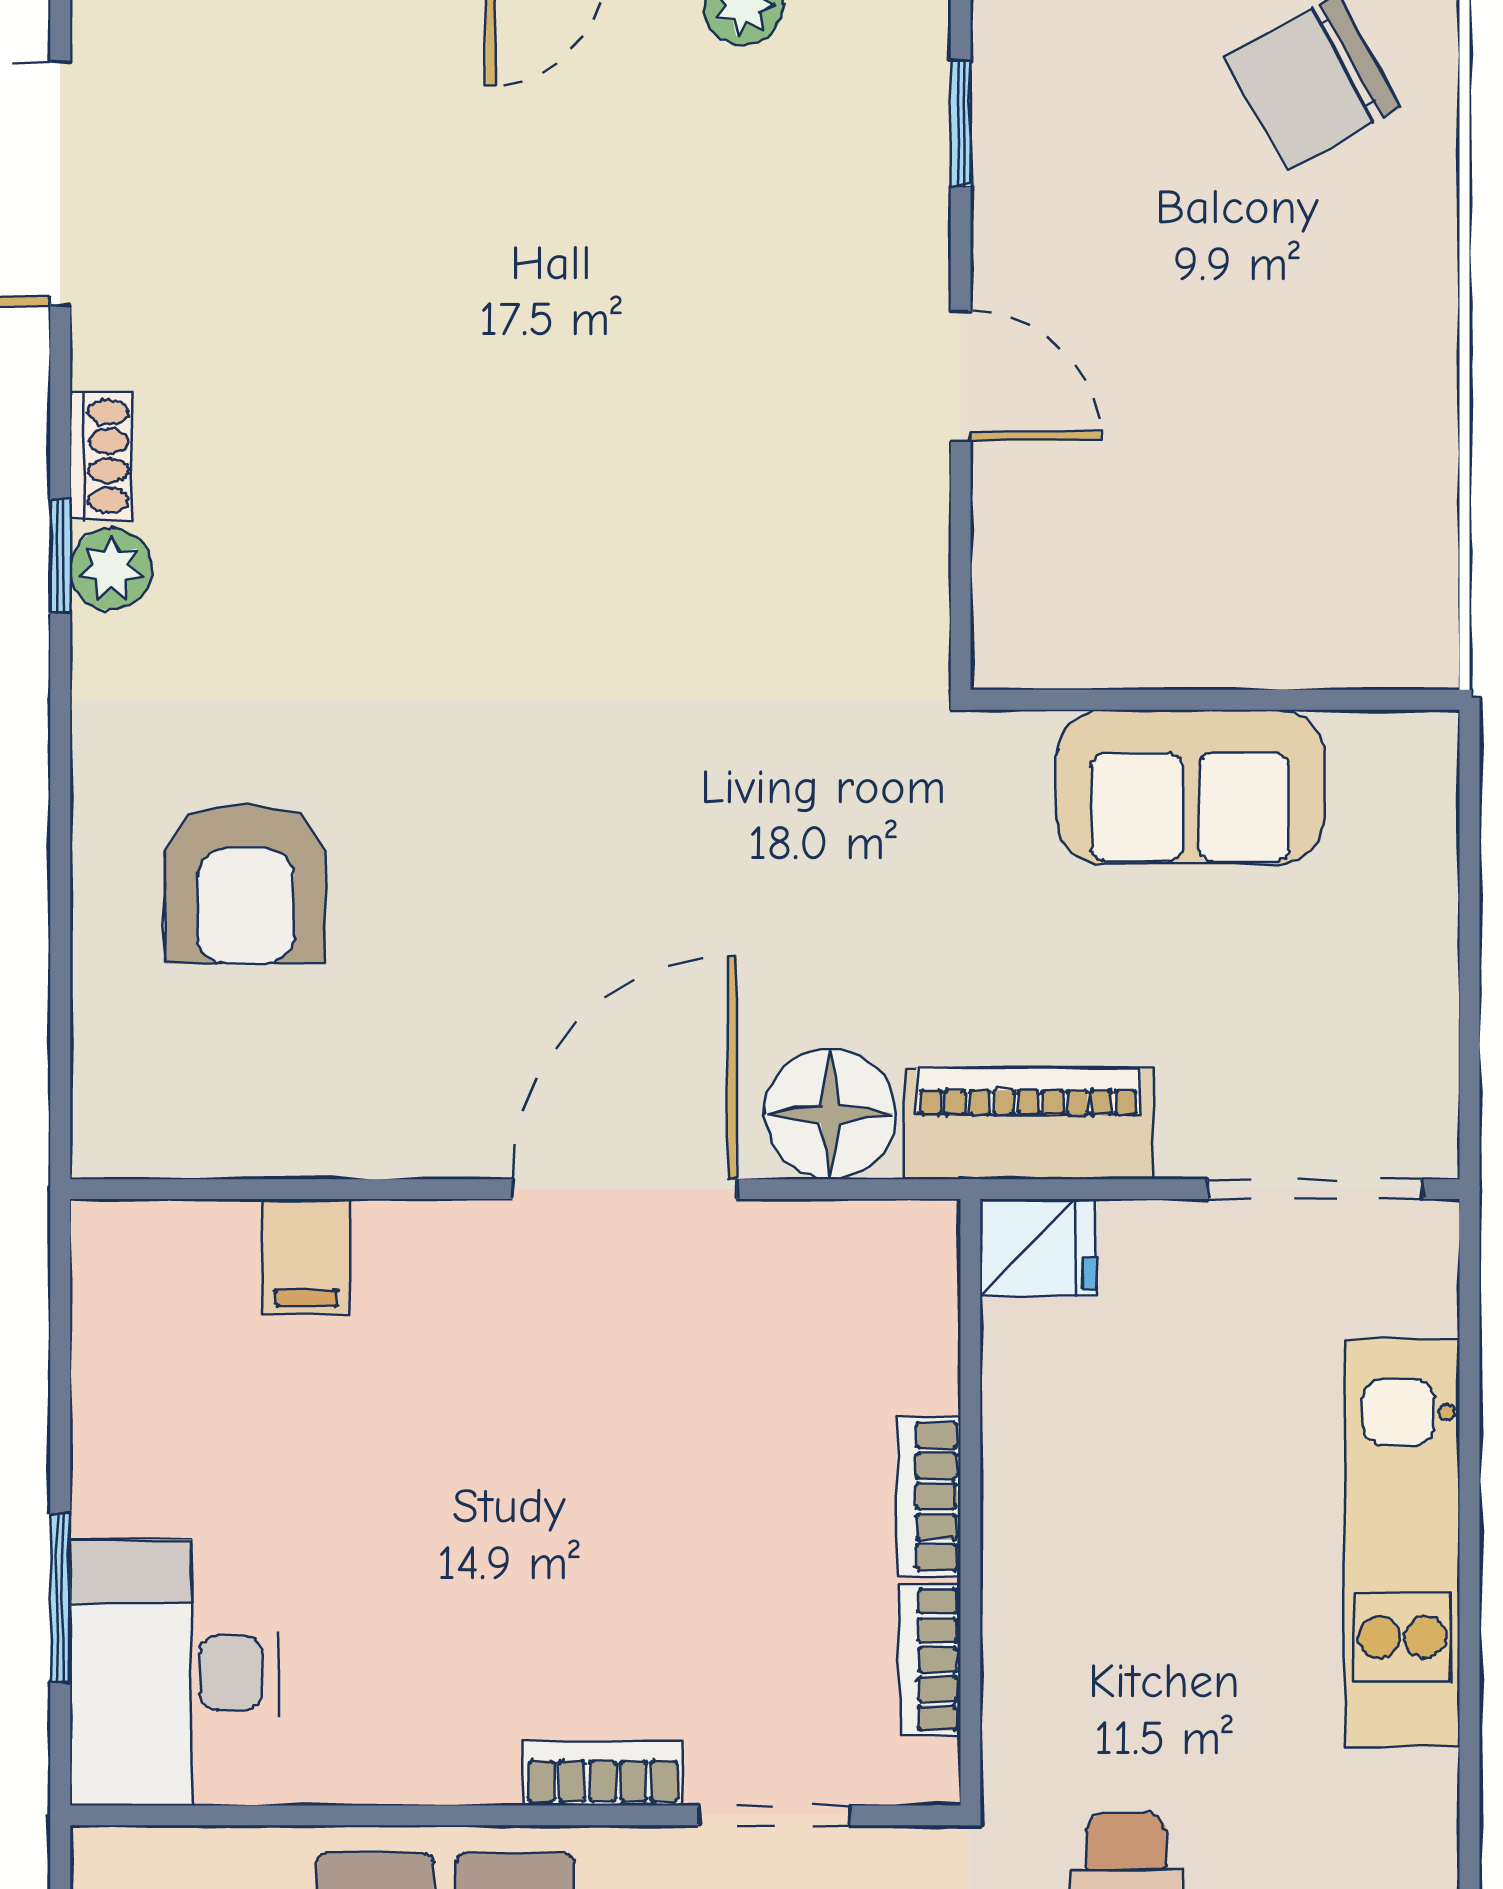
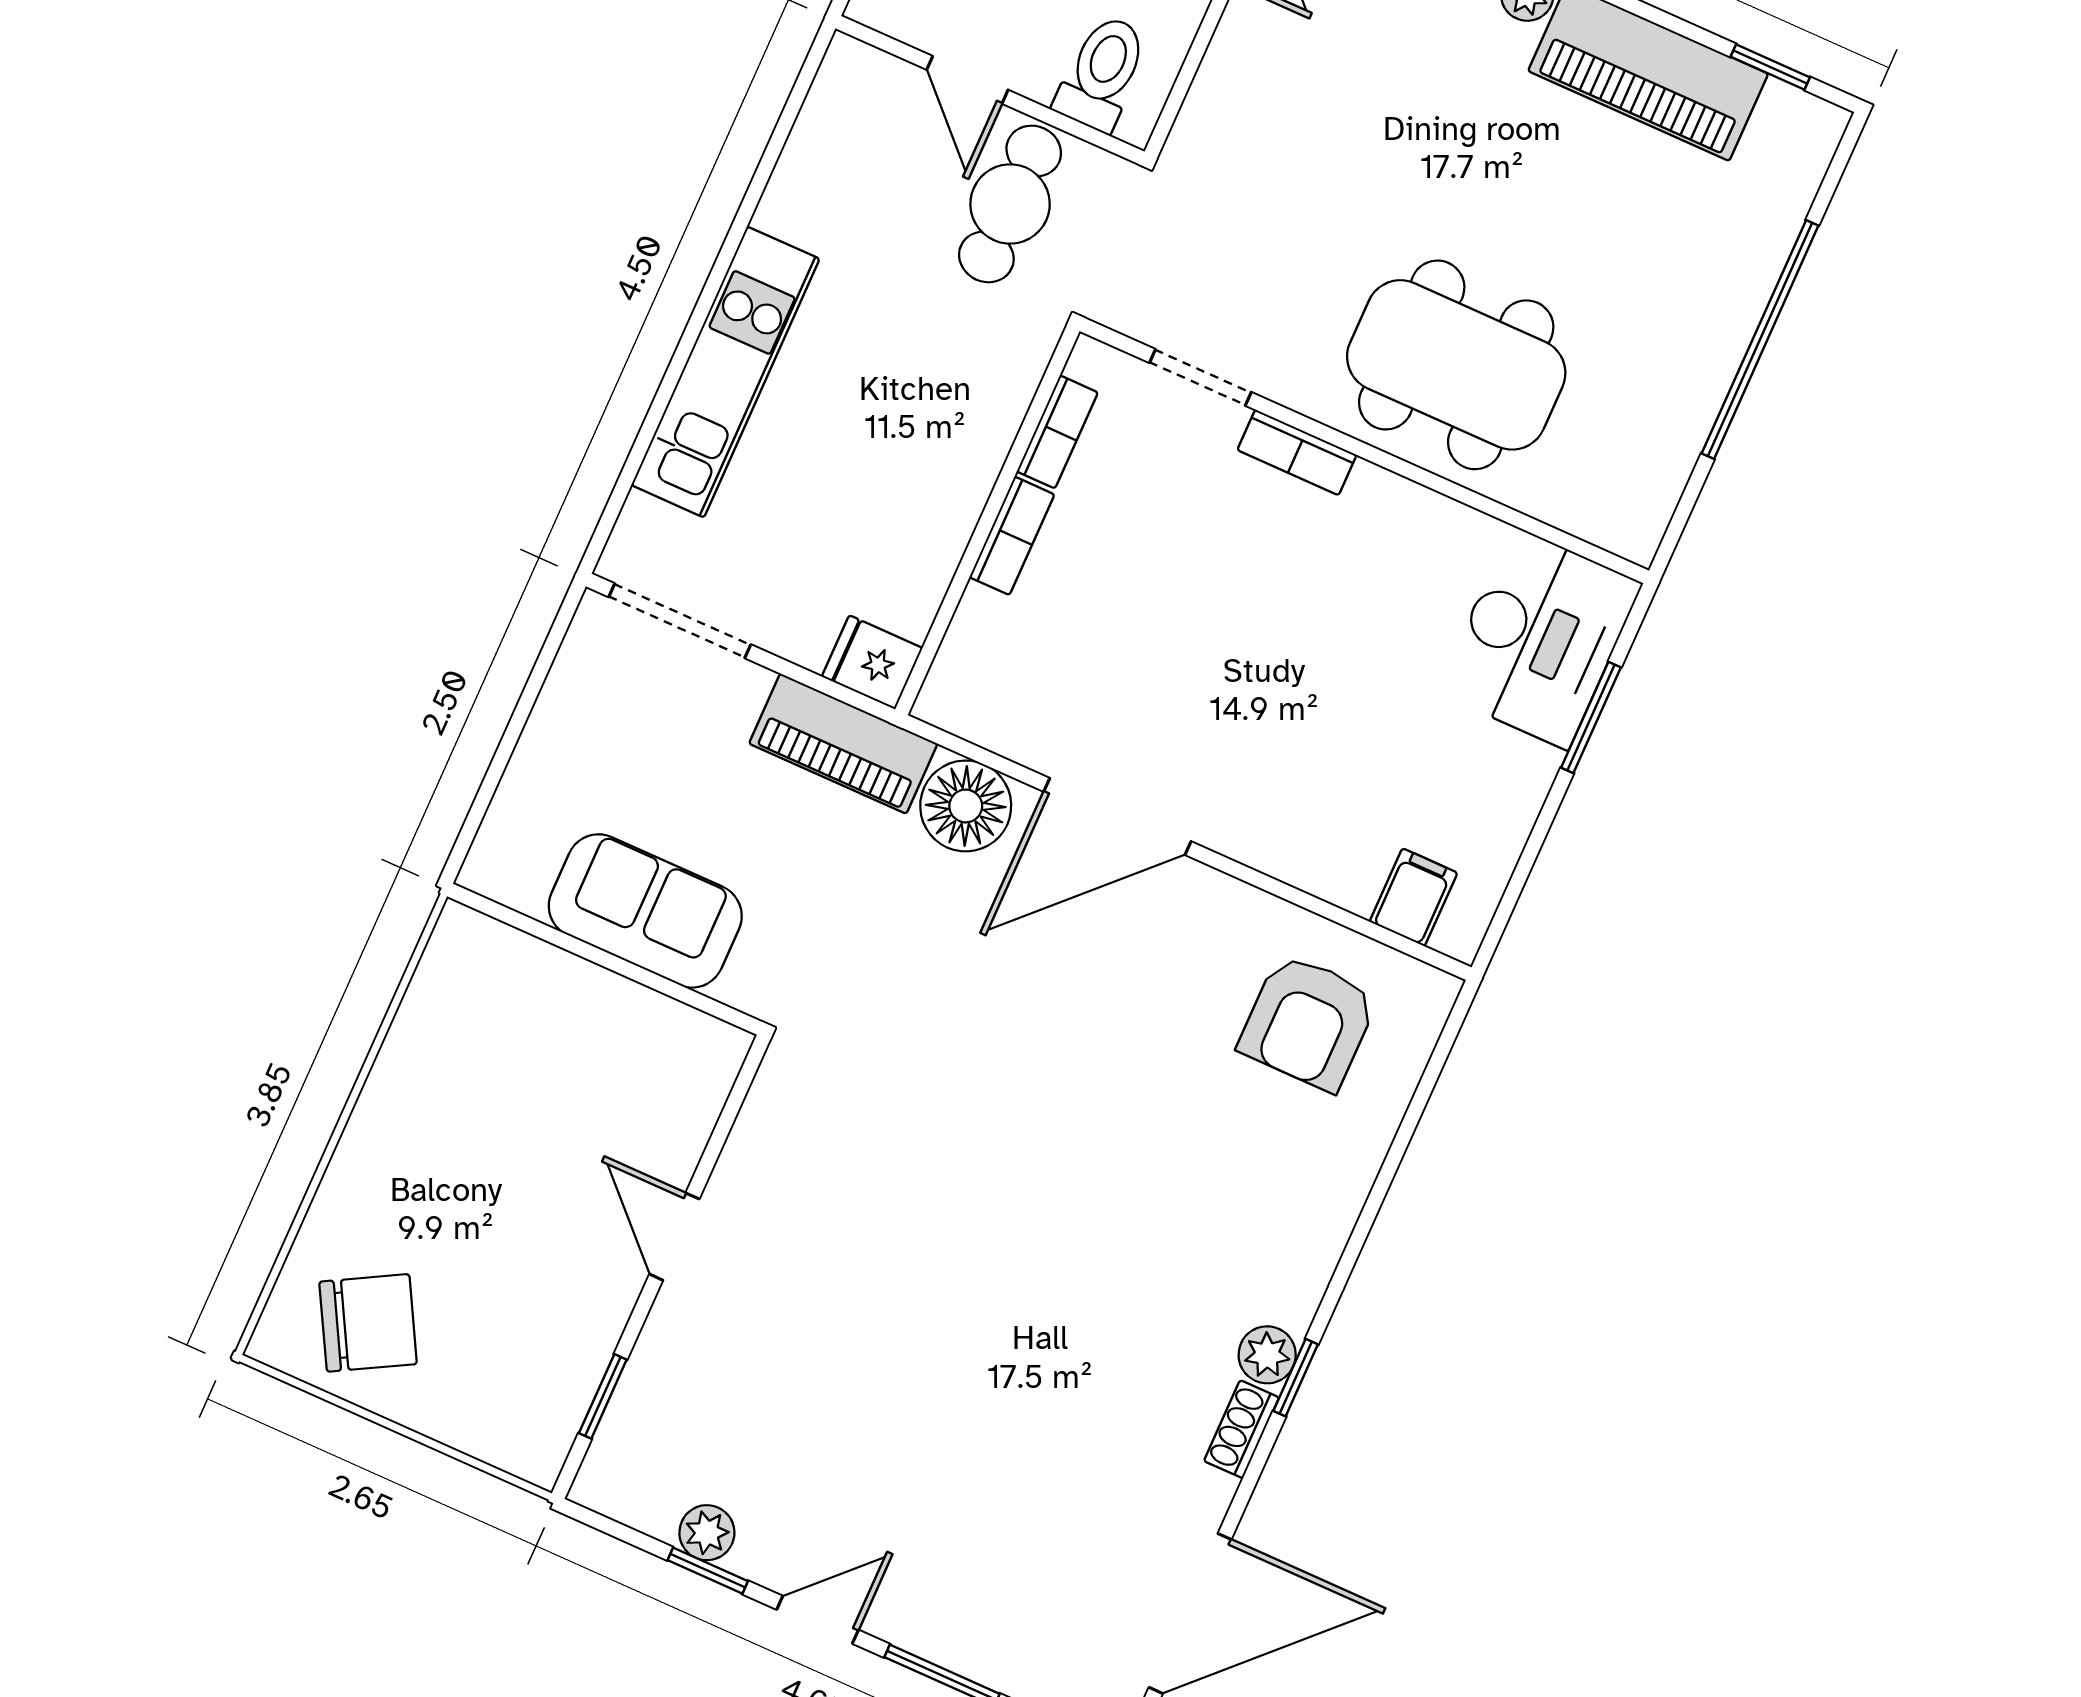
armchair: (246, 883) -> (1308, 1022), moved, turned 180
filing cabinet: (306, 1257) -> (1413, 897), moved

